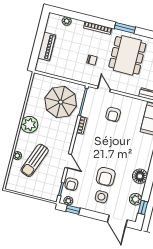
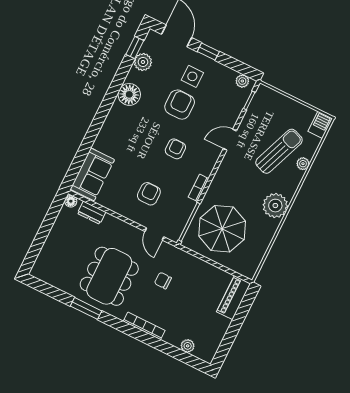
window: (125, 28) -> (86, 308), moved
piano: (47, 46) -> (234, 298), moved
door: (68, 161) -> (230, 140), hinge flipped
barbecue: (12, 183) -> (320, 125), added
armchair: (71, 184) -> (175, 149), moved
window: (73, 210) -> (208, 52), moved

